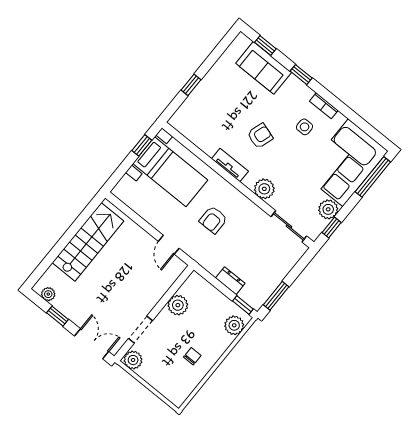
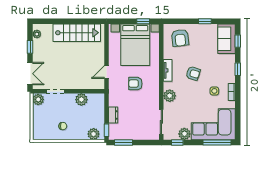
sofa: (264, 68) -> (227, 39), moved
window: (191, 85) -> (205, 21), moved
armchair: (201, 116) -> (180, 38), added
bed with nightstands: (170, 172) -> (135, 45), width x1.36

